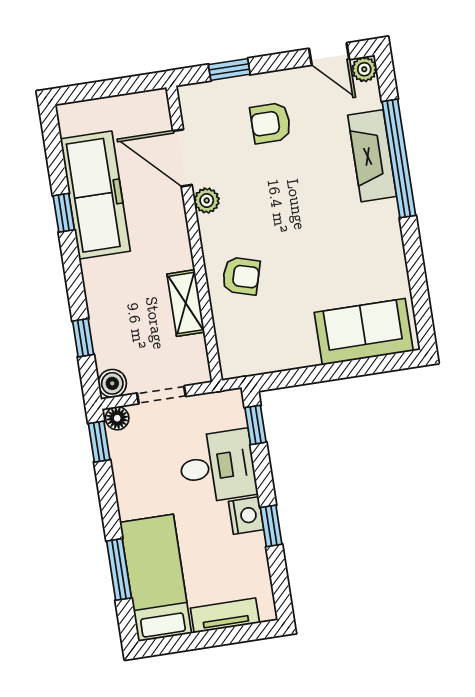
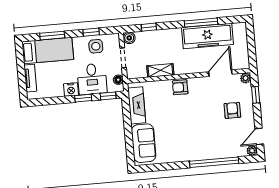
fireplace: (372, 156) -> (137, 105), moved, turned 90
plant: (207, 200) -> (246, 78), moved
window: (64, 213) -> (201, 23), width x2.17
armchair: (241, 276) -> (180, 87), moved, turned 74
floor lamp: (117, 418) -> (118, 80), moved
window: (99, 442) -> (91, 32), moved
side table: (138, 463) -> (96, 46), added
window: (271, 526) -> (83, 98), moved

